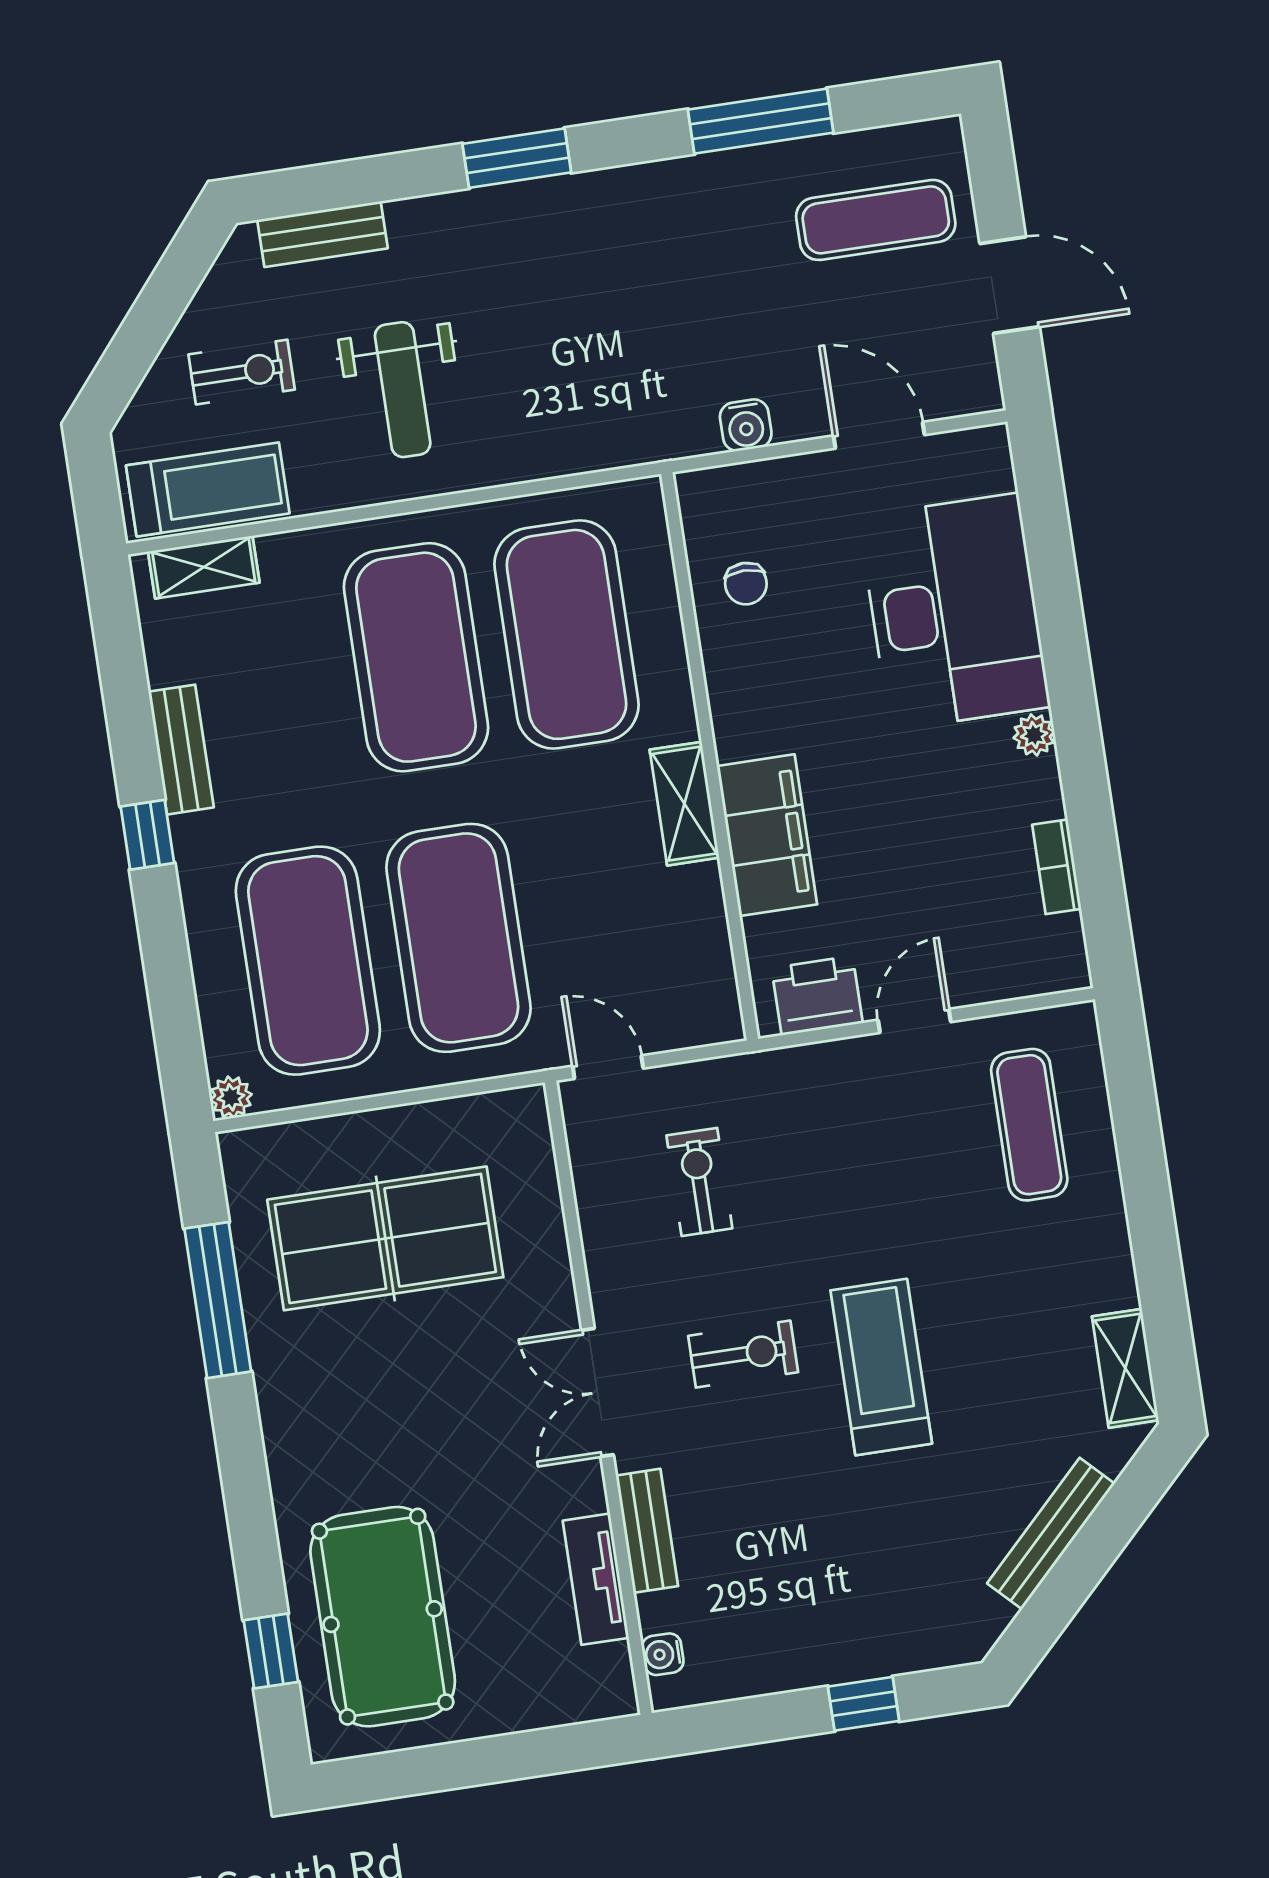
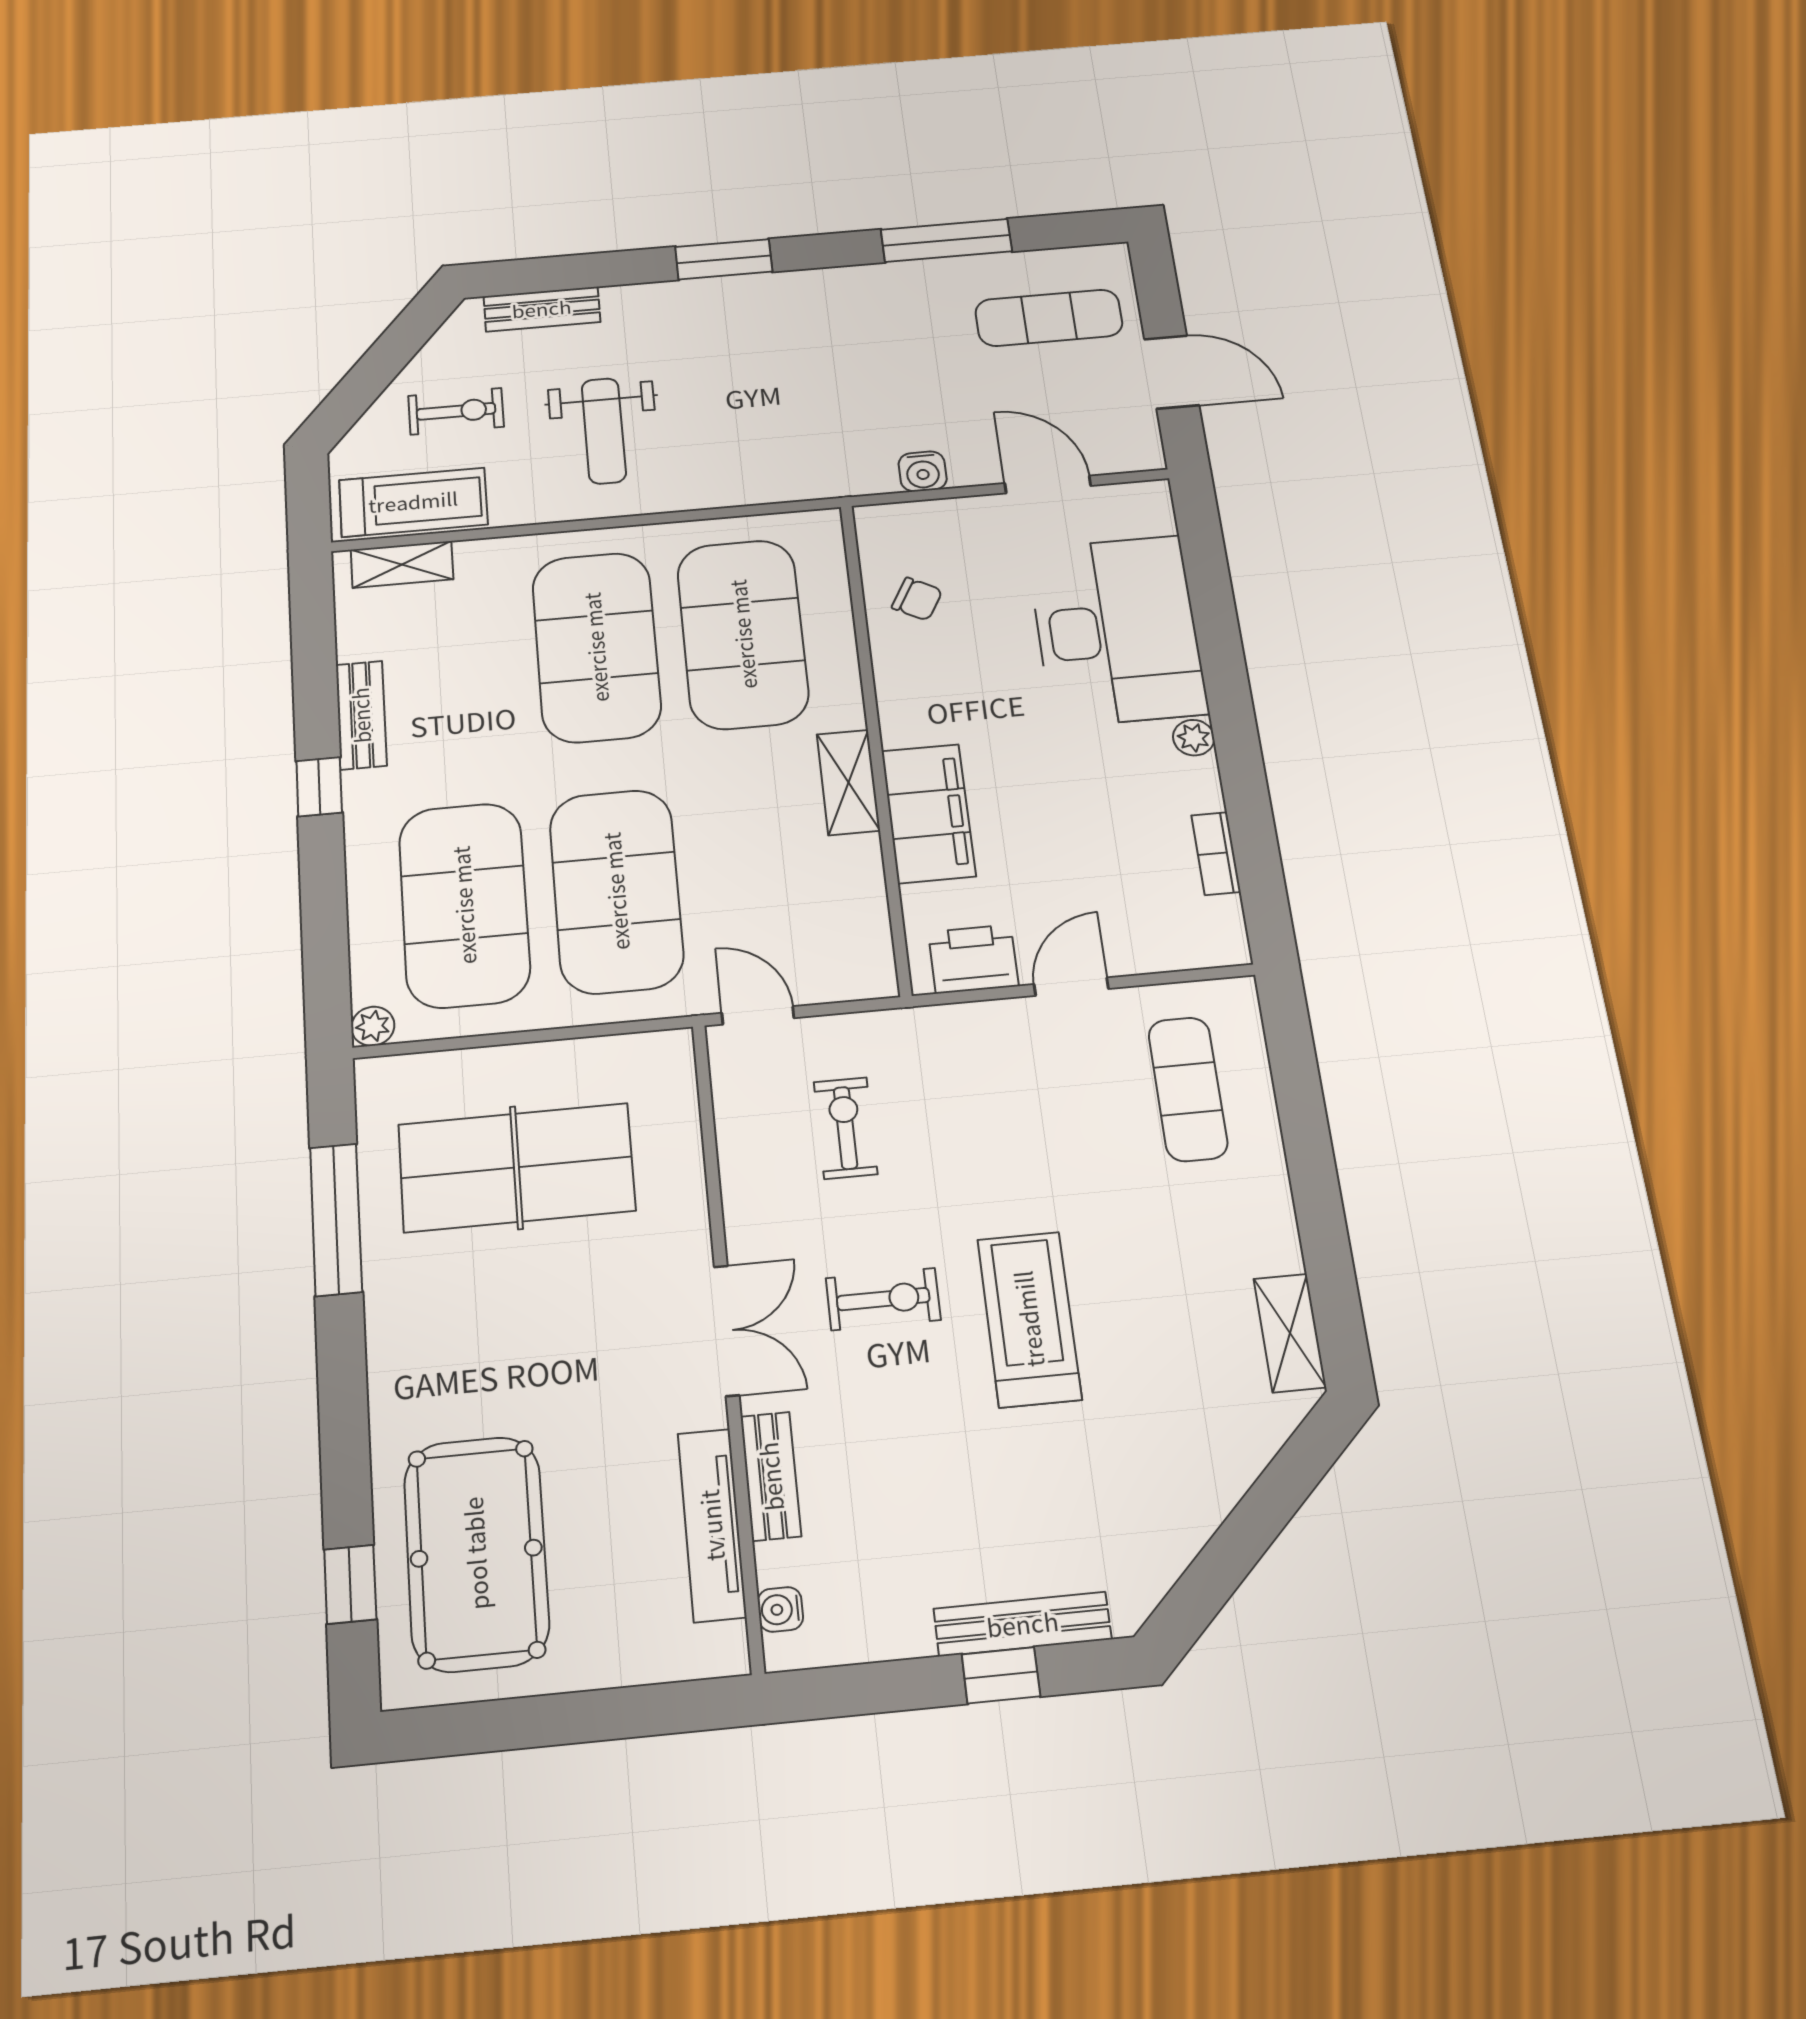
chair: (746, 584) -> (917, 599), turned -61
double door: (598, 1392) -> (727, 1331), swing flipped
bench: (1051, 1533) -> (1023, 1624), moved, turned 45
tv unit: (596, 1579) -> (712, 1525), width x1.41

